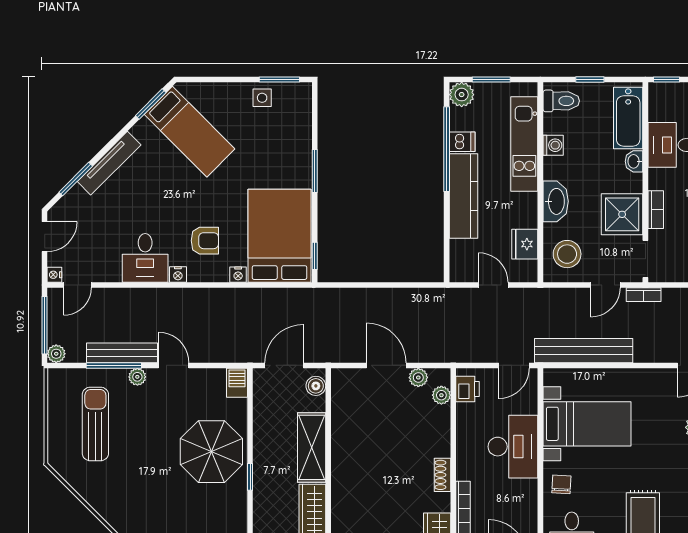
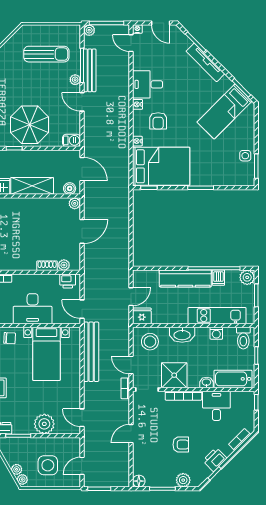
bookcase: (656, 210) -> (184, 396), width x1.56
fridge: (525, 244) -> (142, 316), moved
door: (174, 365) -> (82, 102), swing flipped
plant: (418, 378) -> (75, 203), moved
shoe rack: (443, 475) -> (47, 266), moved

